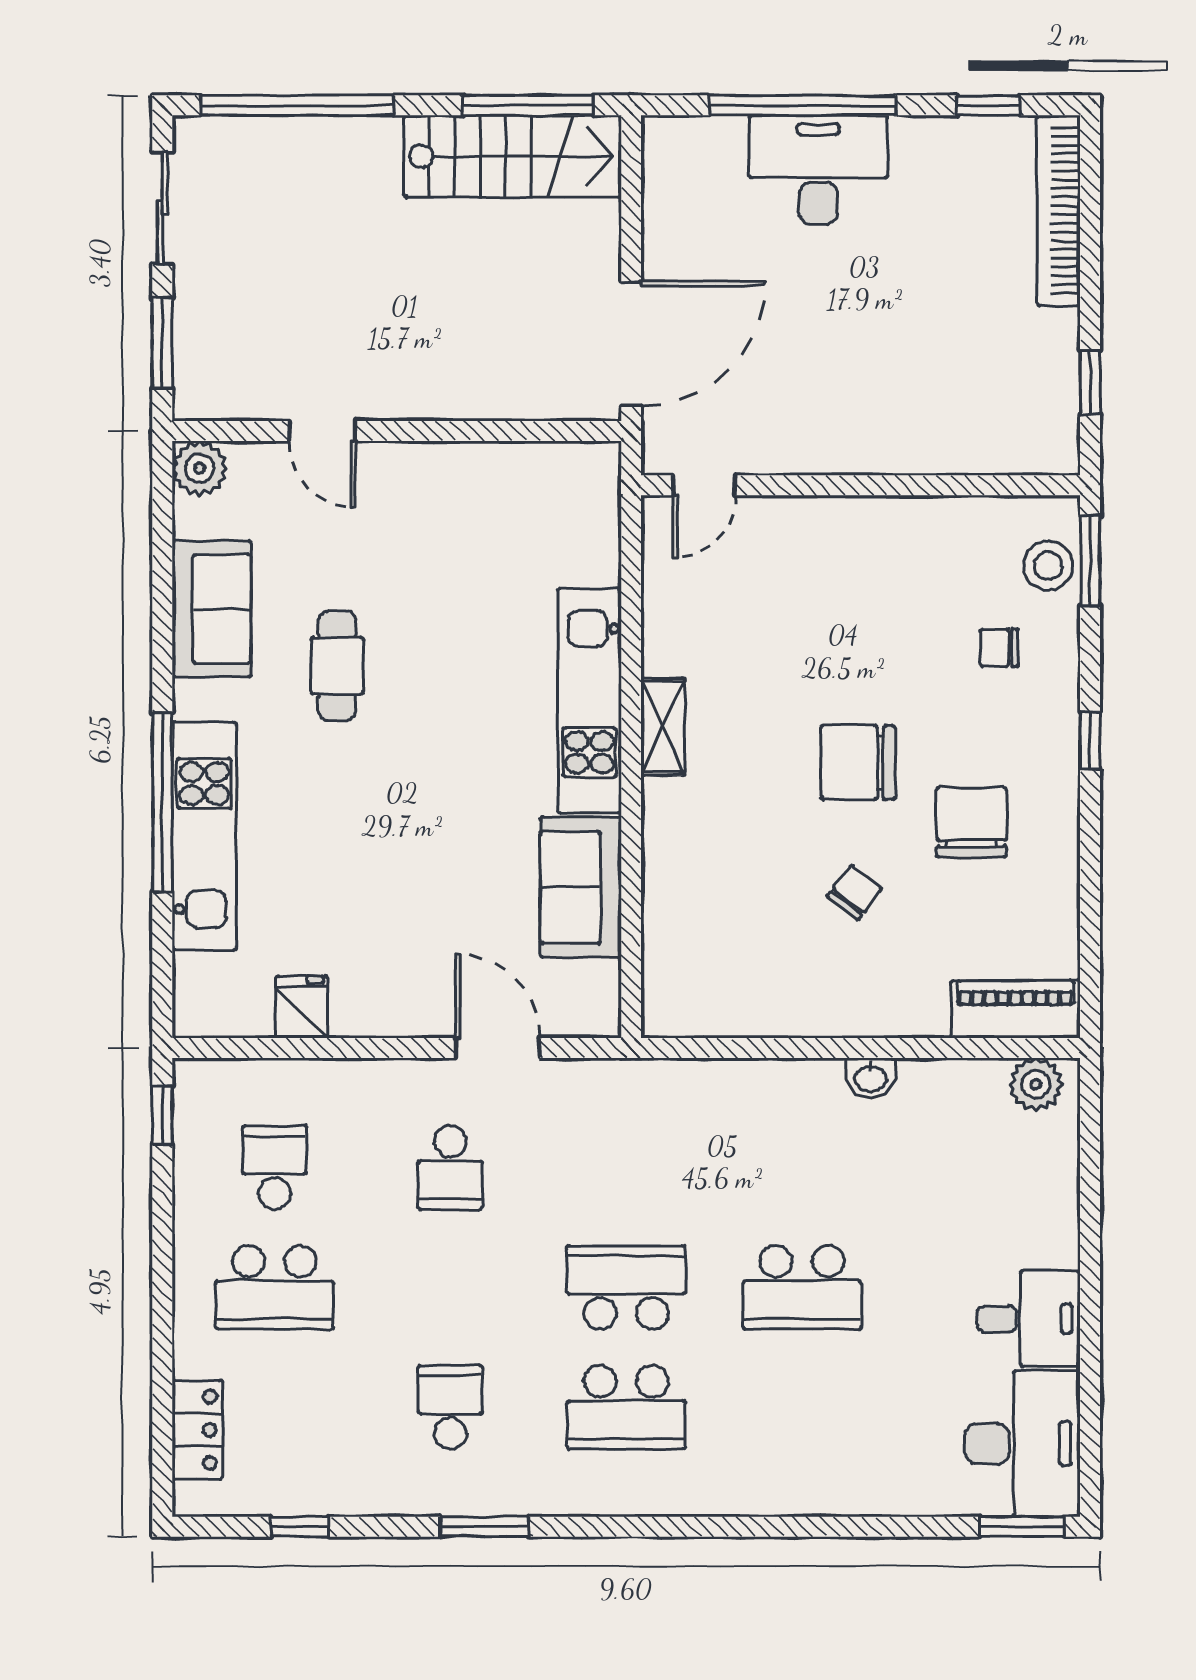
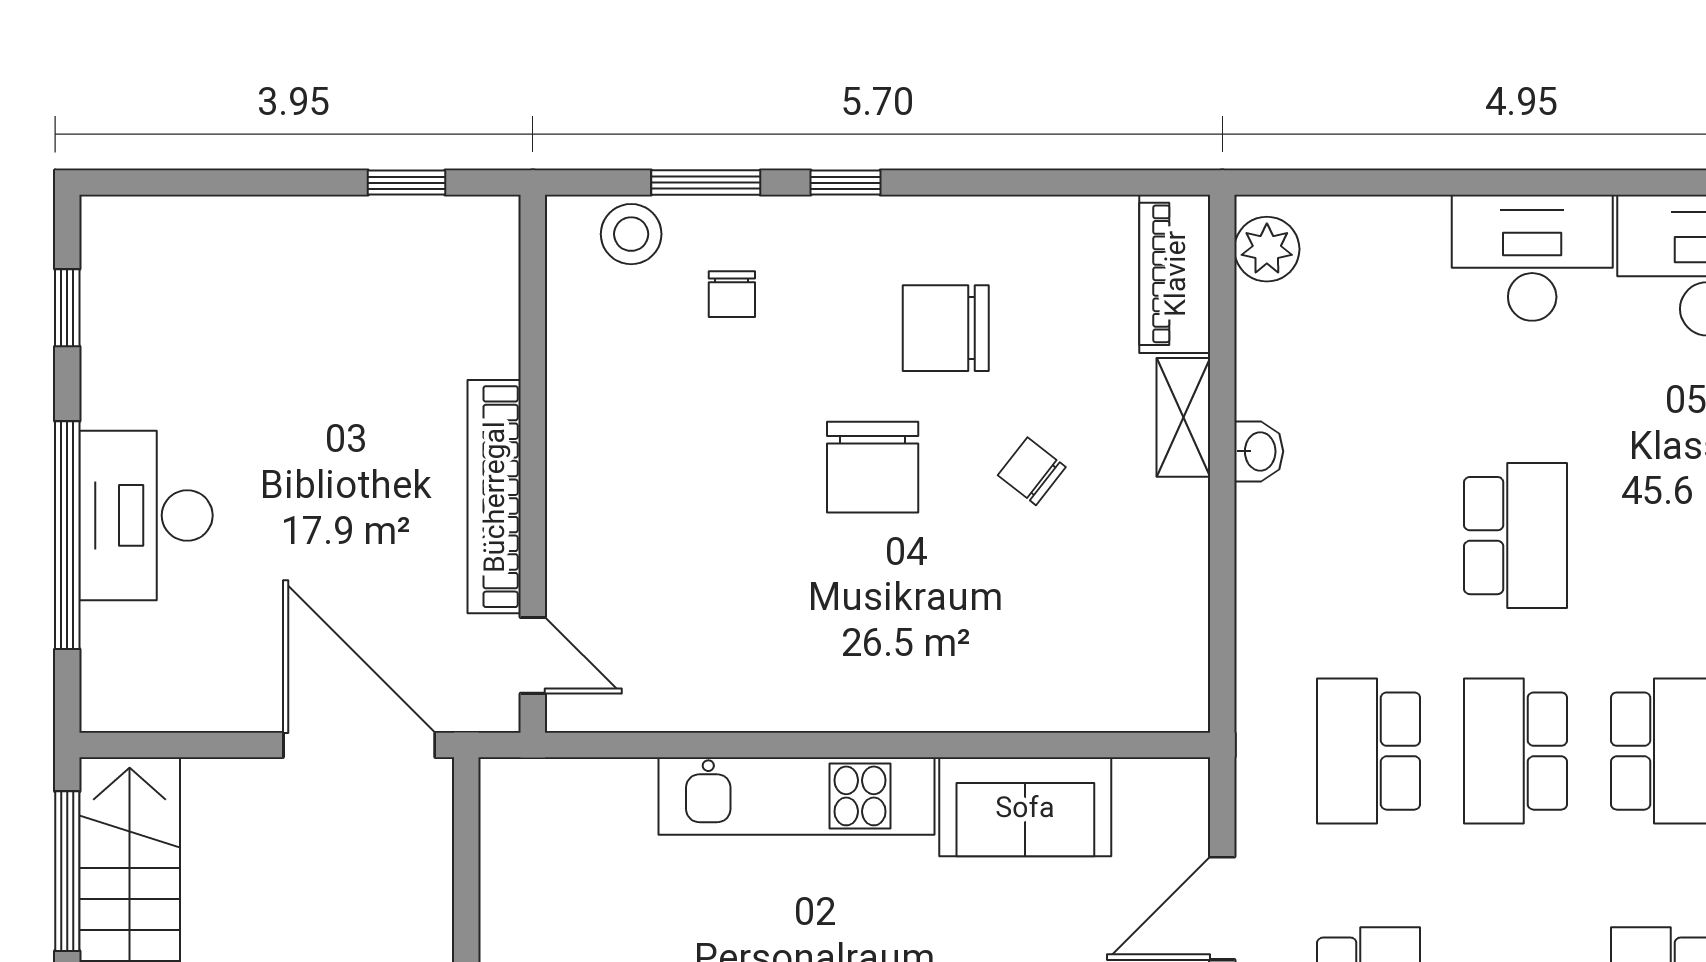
bookcase: (1059, 210) -> (494, 497), moved, turned 90
window: (1090, 561) -> (706, 183), moved
shelving: (663, 727) -> (1183, 417), moved, turned 90
school desk: (626, 1167) -> (1369, 751), added
desk: (1029, 1319) -> (1532, 258), width x1.37

